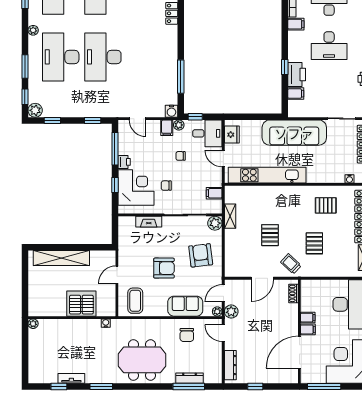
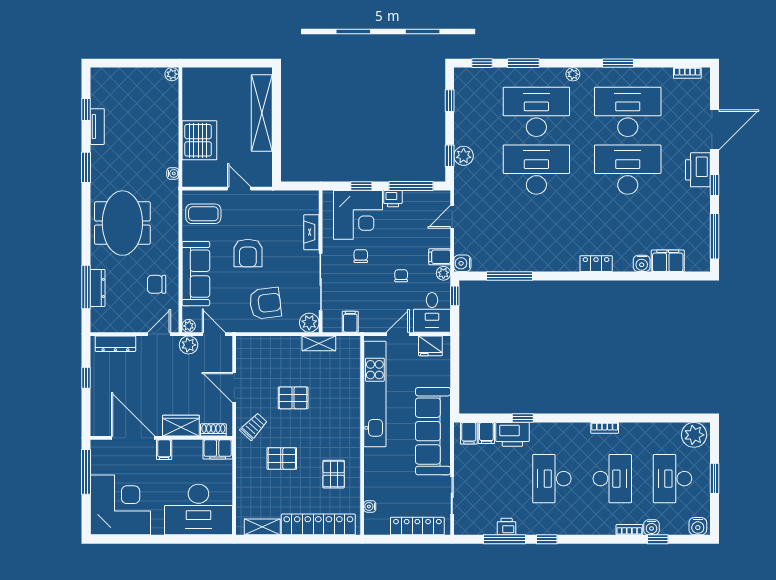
filing cabinet: (296, 24) -> (469, 433), moved
plant: (35, 110) -> (464, 156), moved
sofa: (185, 306) -> (196, 274), width x1.36
wardrobe: (290, 317) -> (181, 426), added
filing cabinet: (308, 318) -> (218, 449), moved, width x2.00

